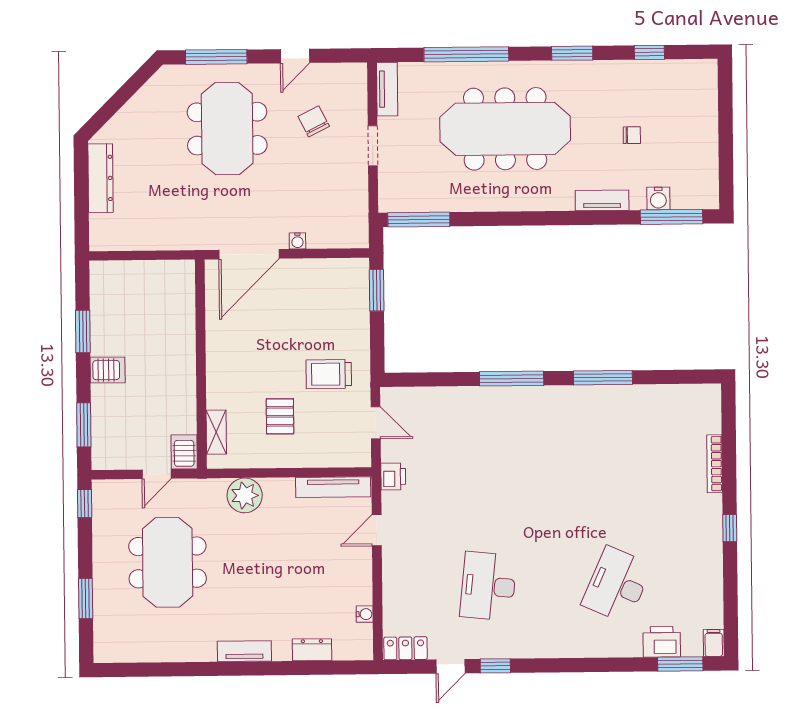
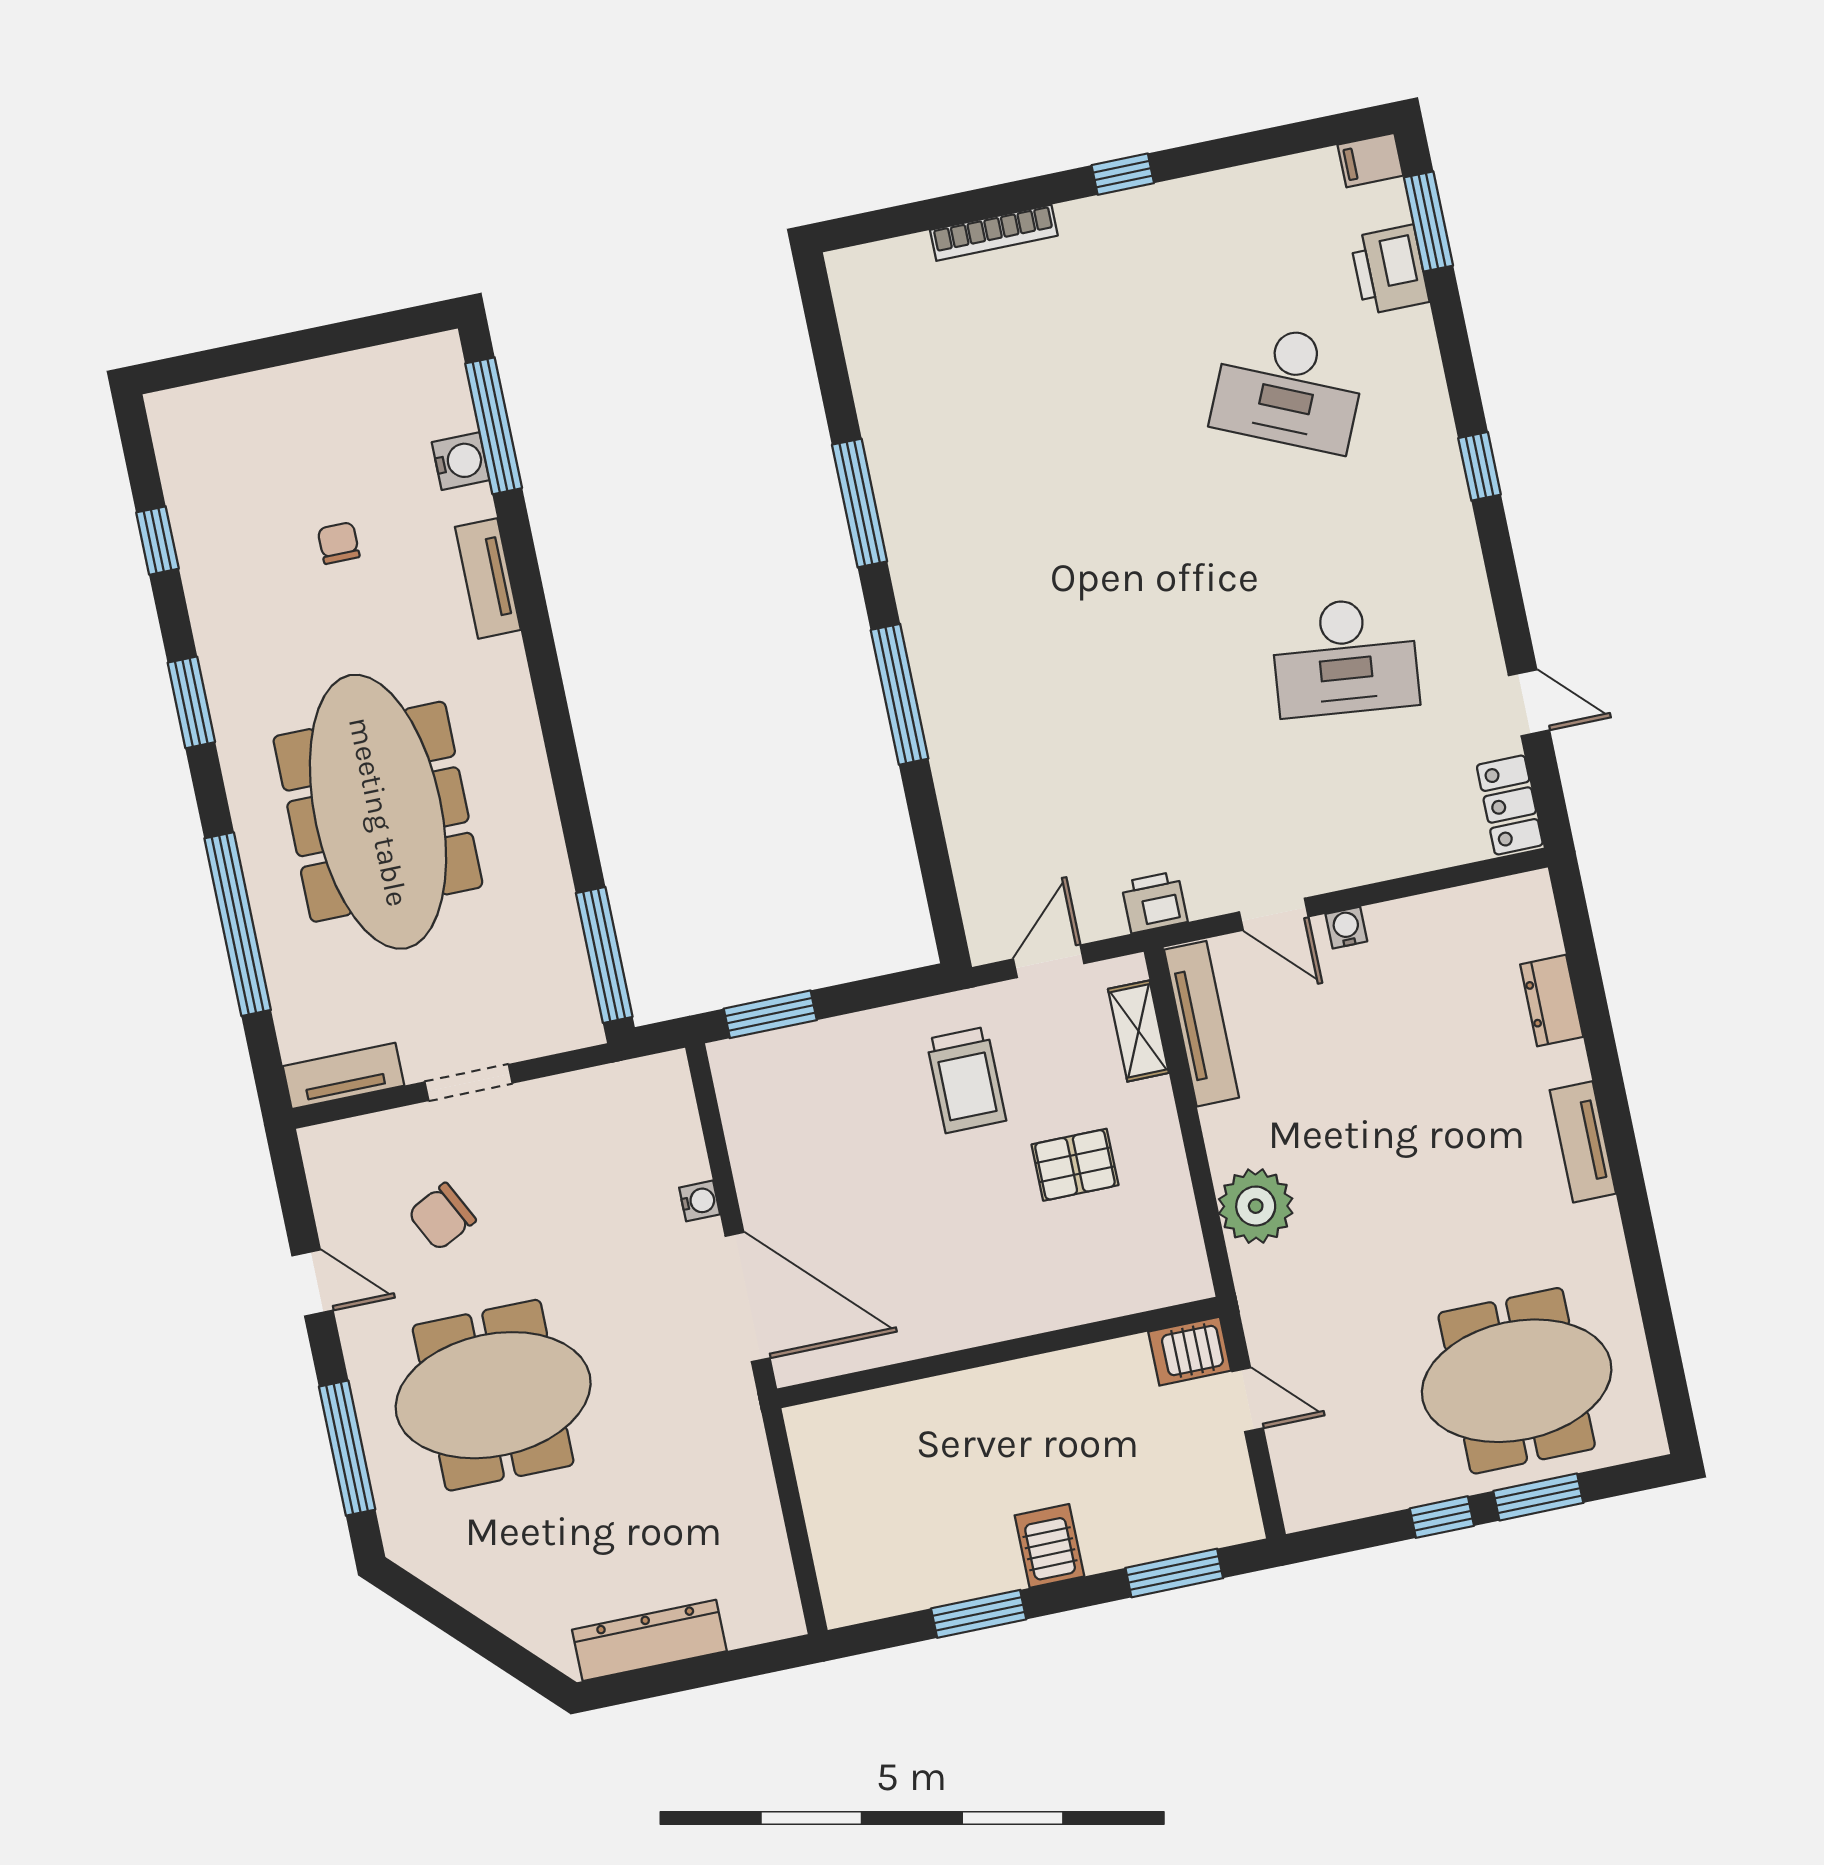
shelving: (216, 432) -> (1138, 1031), moved, turned 90
window: (85, 504) -> (1442, 1517), moved
meeting table: (168, 562) -> (1517, 1381), moved
water cooler: (365, 614) -> (1346, 928), moved
window: (495, 666) -> (1480, 466), moved

